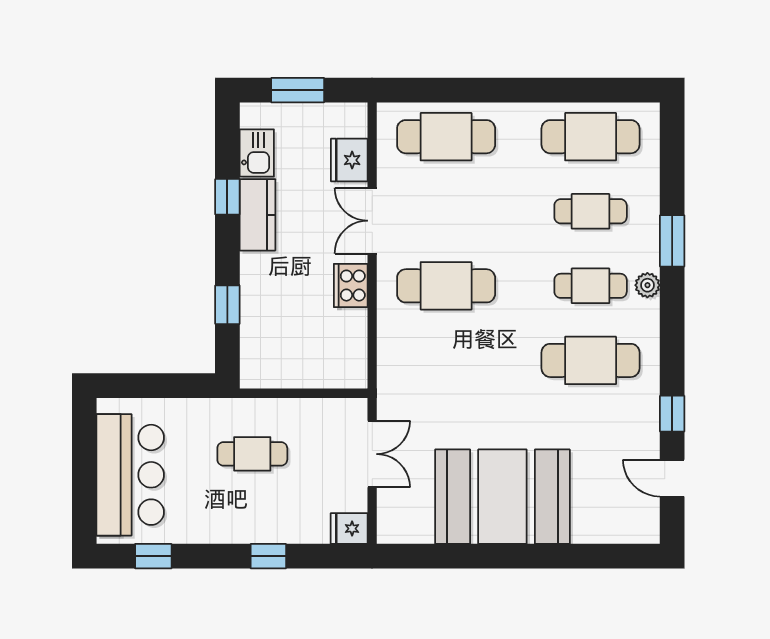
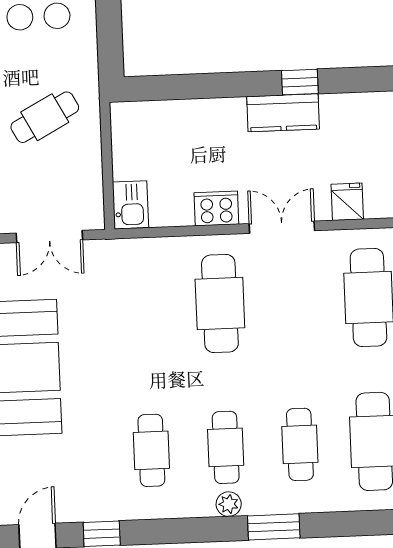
kitchen sink: (257, 153) -> (131, 205), moved, turned -90
fridge: (349, 160) -> (347, 202), width x0.72
window: (227, 305) -> (192, 86), removed
cafe table: (591, 360) -> (151, 450), width x0.73, depth x0.74
cafe table: (252, 454) -> (45, 117), turned 62

